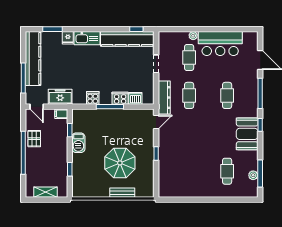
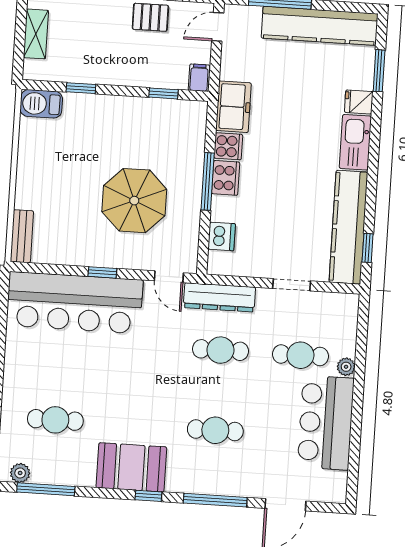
freezer: (60, 97) -> (233, 107), moved
cooker: (120, 98) -> (226, 178), moved
barbecue: (78, 143) -> (41, 104), moved
parasol: (120, 163) -> (134, 201), moved
bar counter: (171, 166) -> (75, 303), added
plant: (253, 175) -> (20, 473), moved
bench: (122, 193) -> (22, 236), moved

